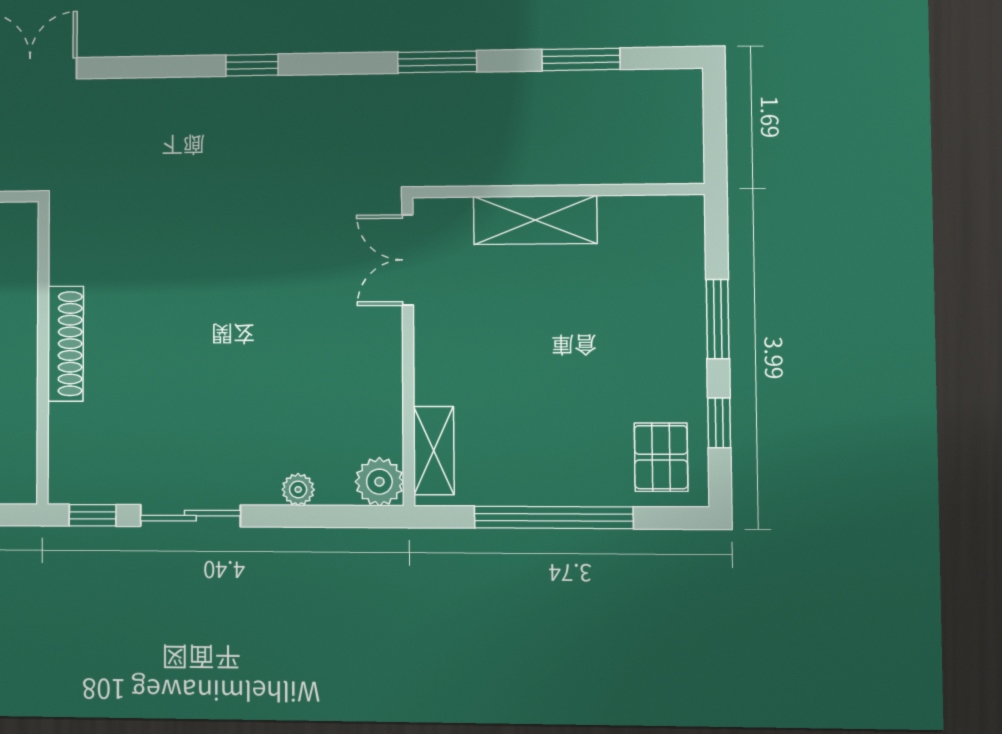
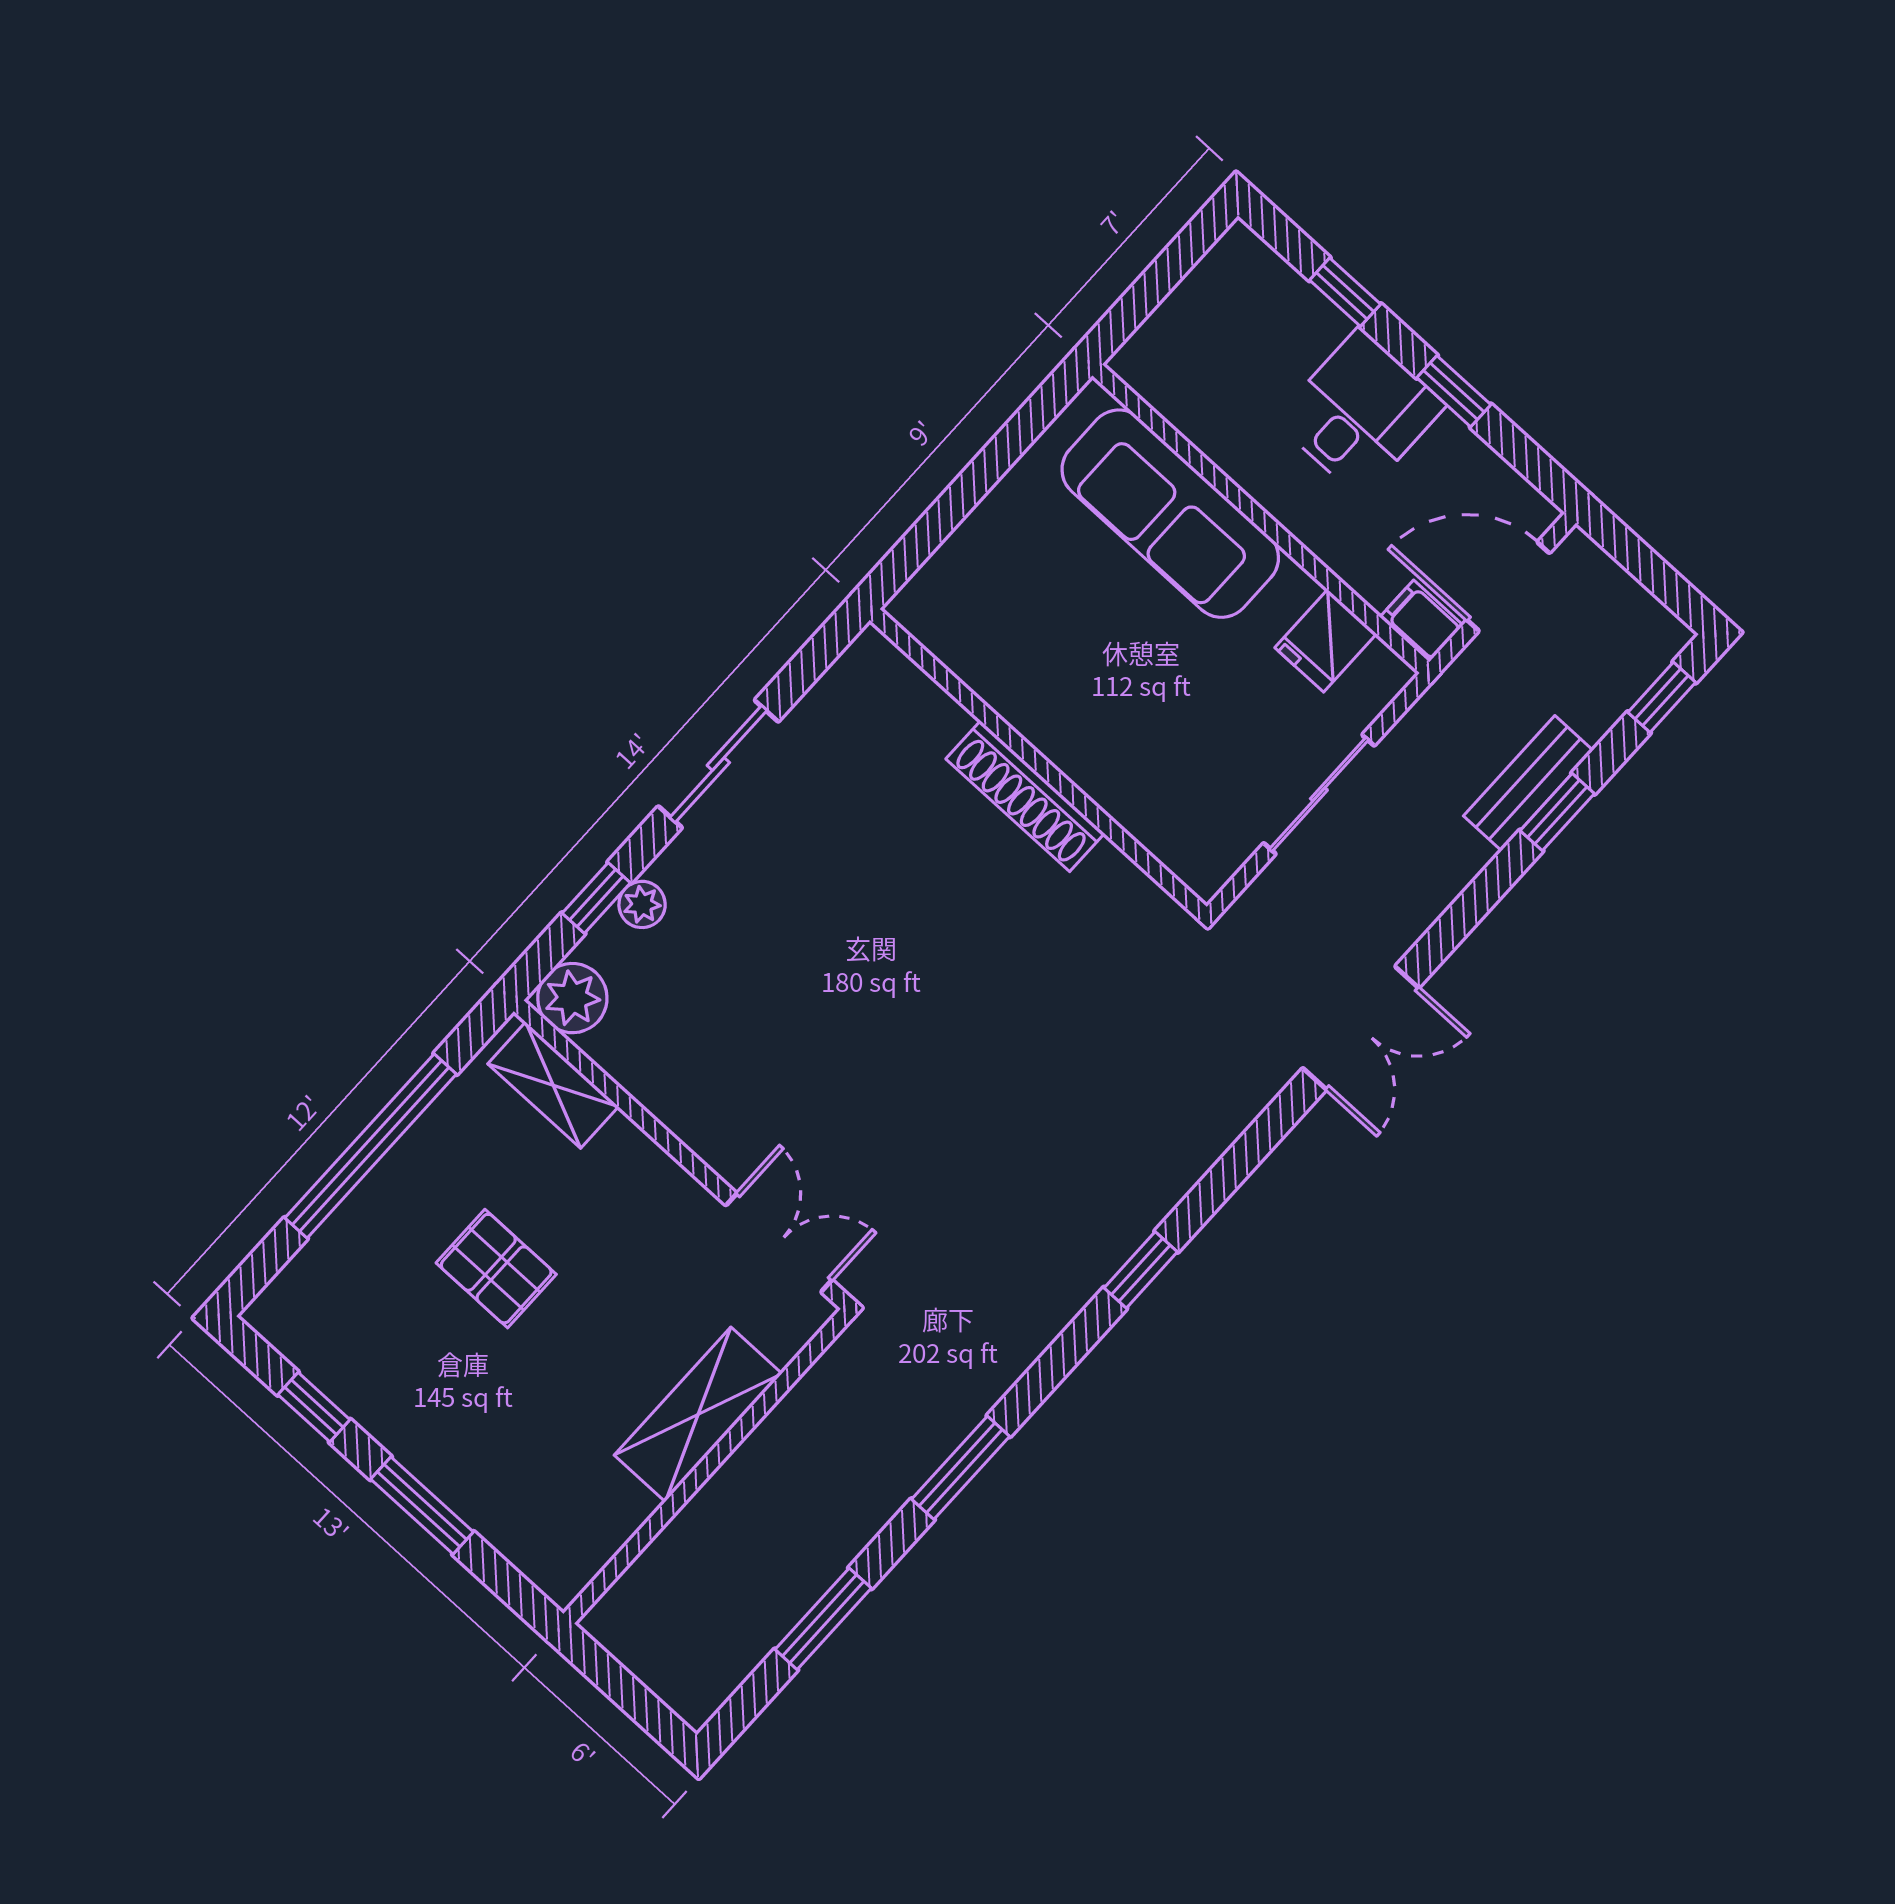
pallet: (661, 457) -> (496, 1269), moved
window: (93, 515) -> (596, 898), moved

